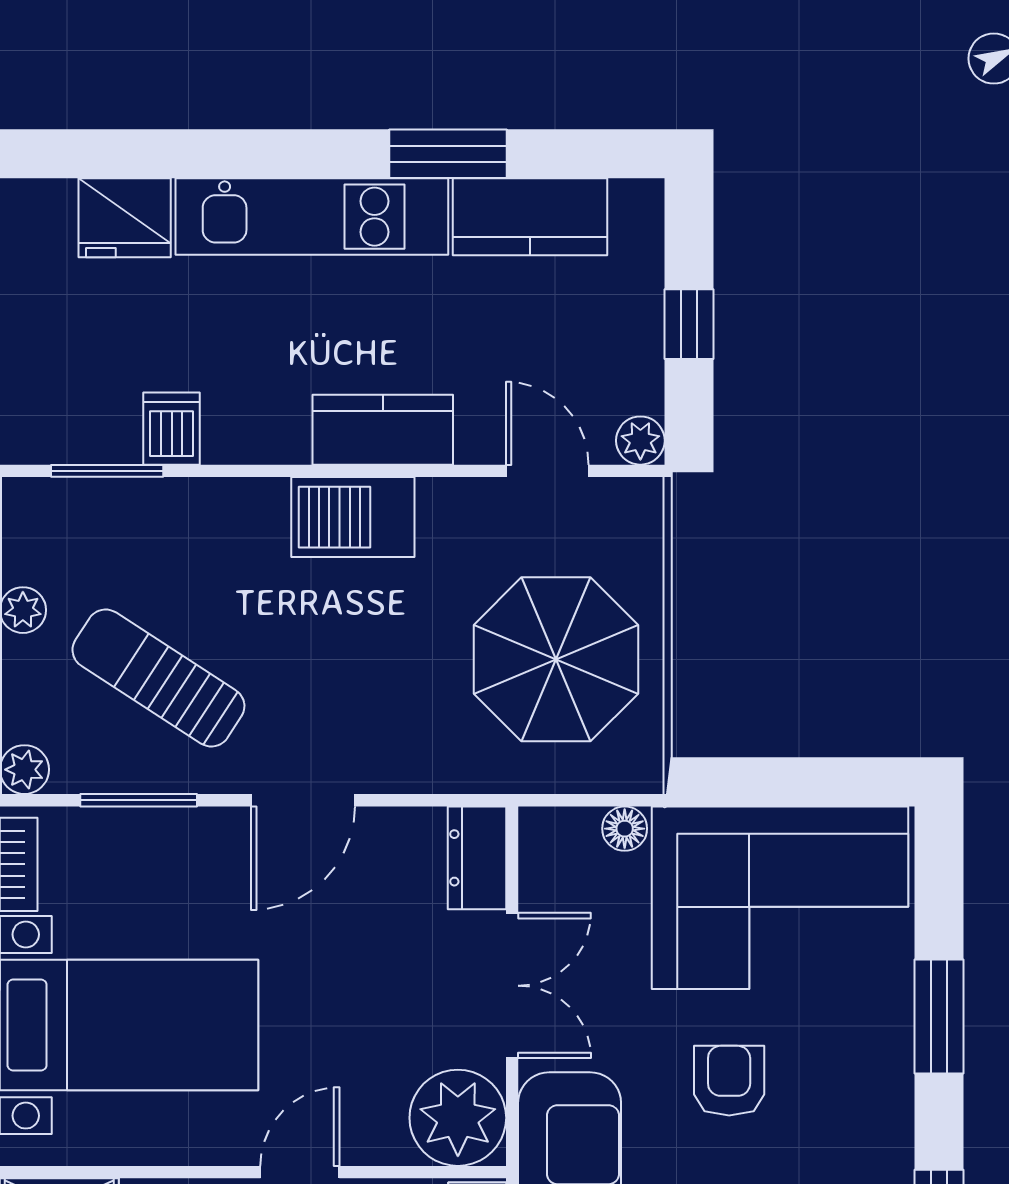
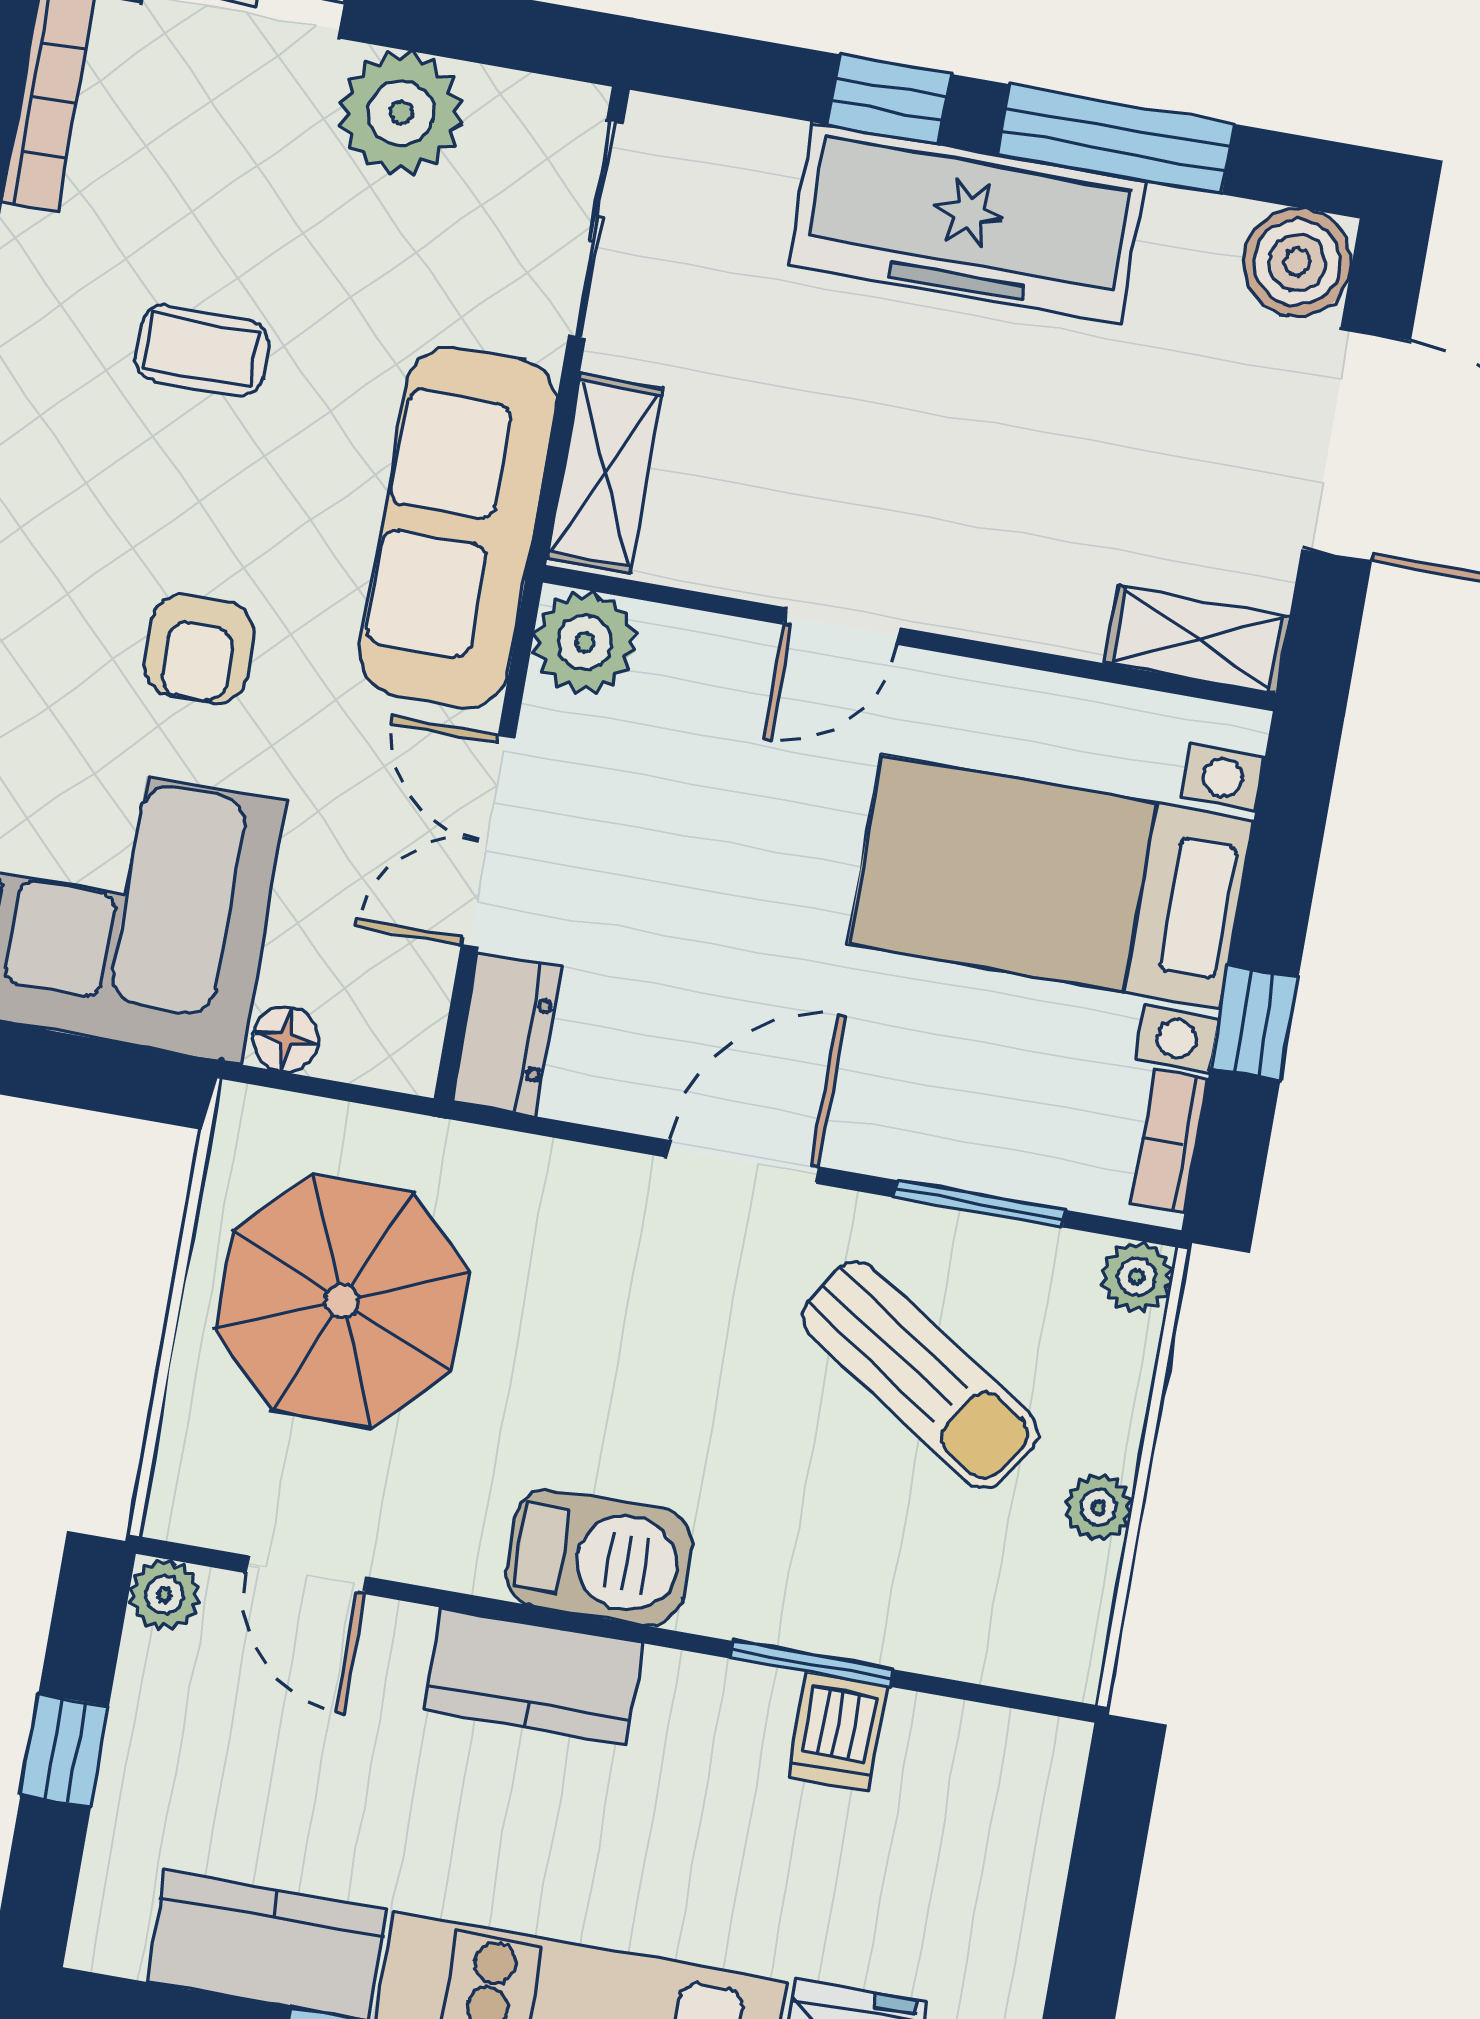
window: (107, 471) -> (811, 1664), moved
plant: (458, 1118) -> (585, 642), width x0.73, depth x0.73

